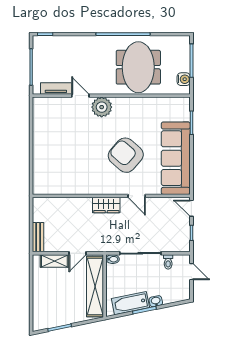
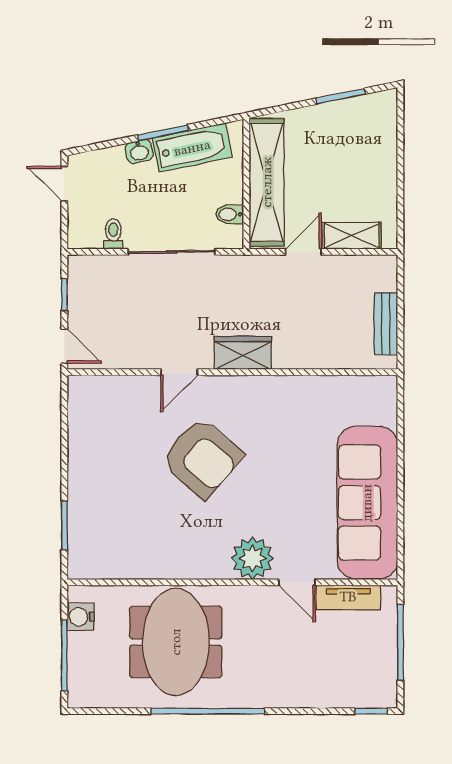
sofa: (176, 158) -> (367, 503), moved, turned 180
door: (137, 196) -> (179, 372), swing flipped
bench: (38, 237) -> (386, 324), moved
bidet: (113, 259) -> (230, 214), moved
door: (191, 272) -> (64, 184), moved

